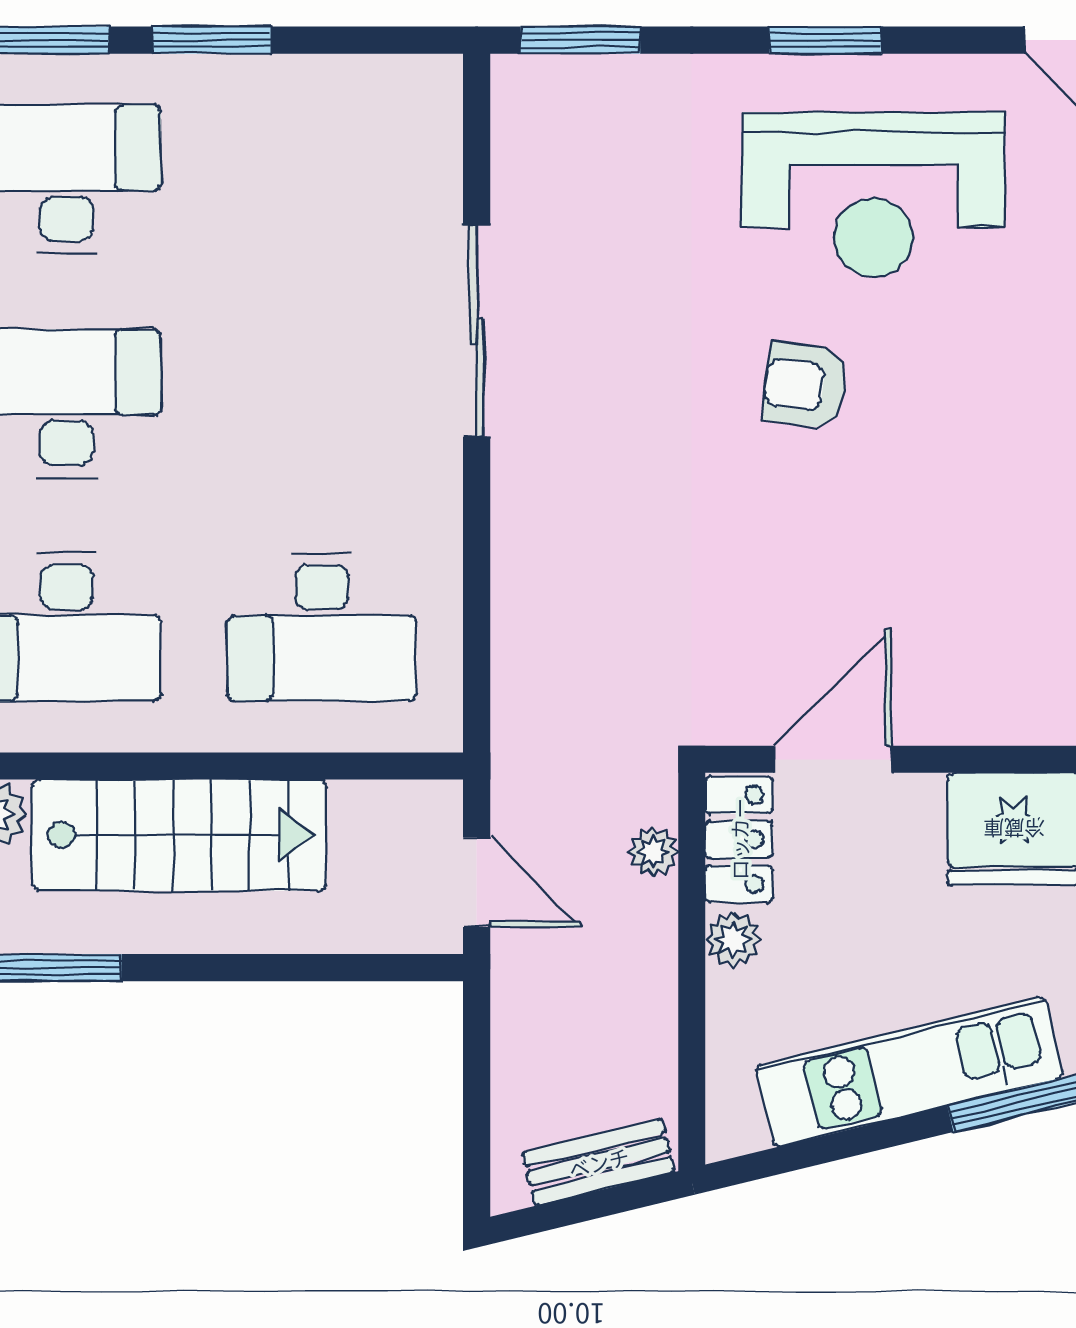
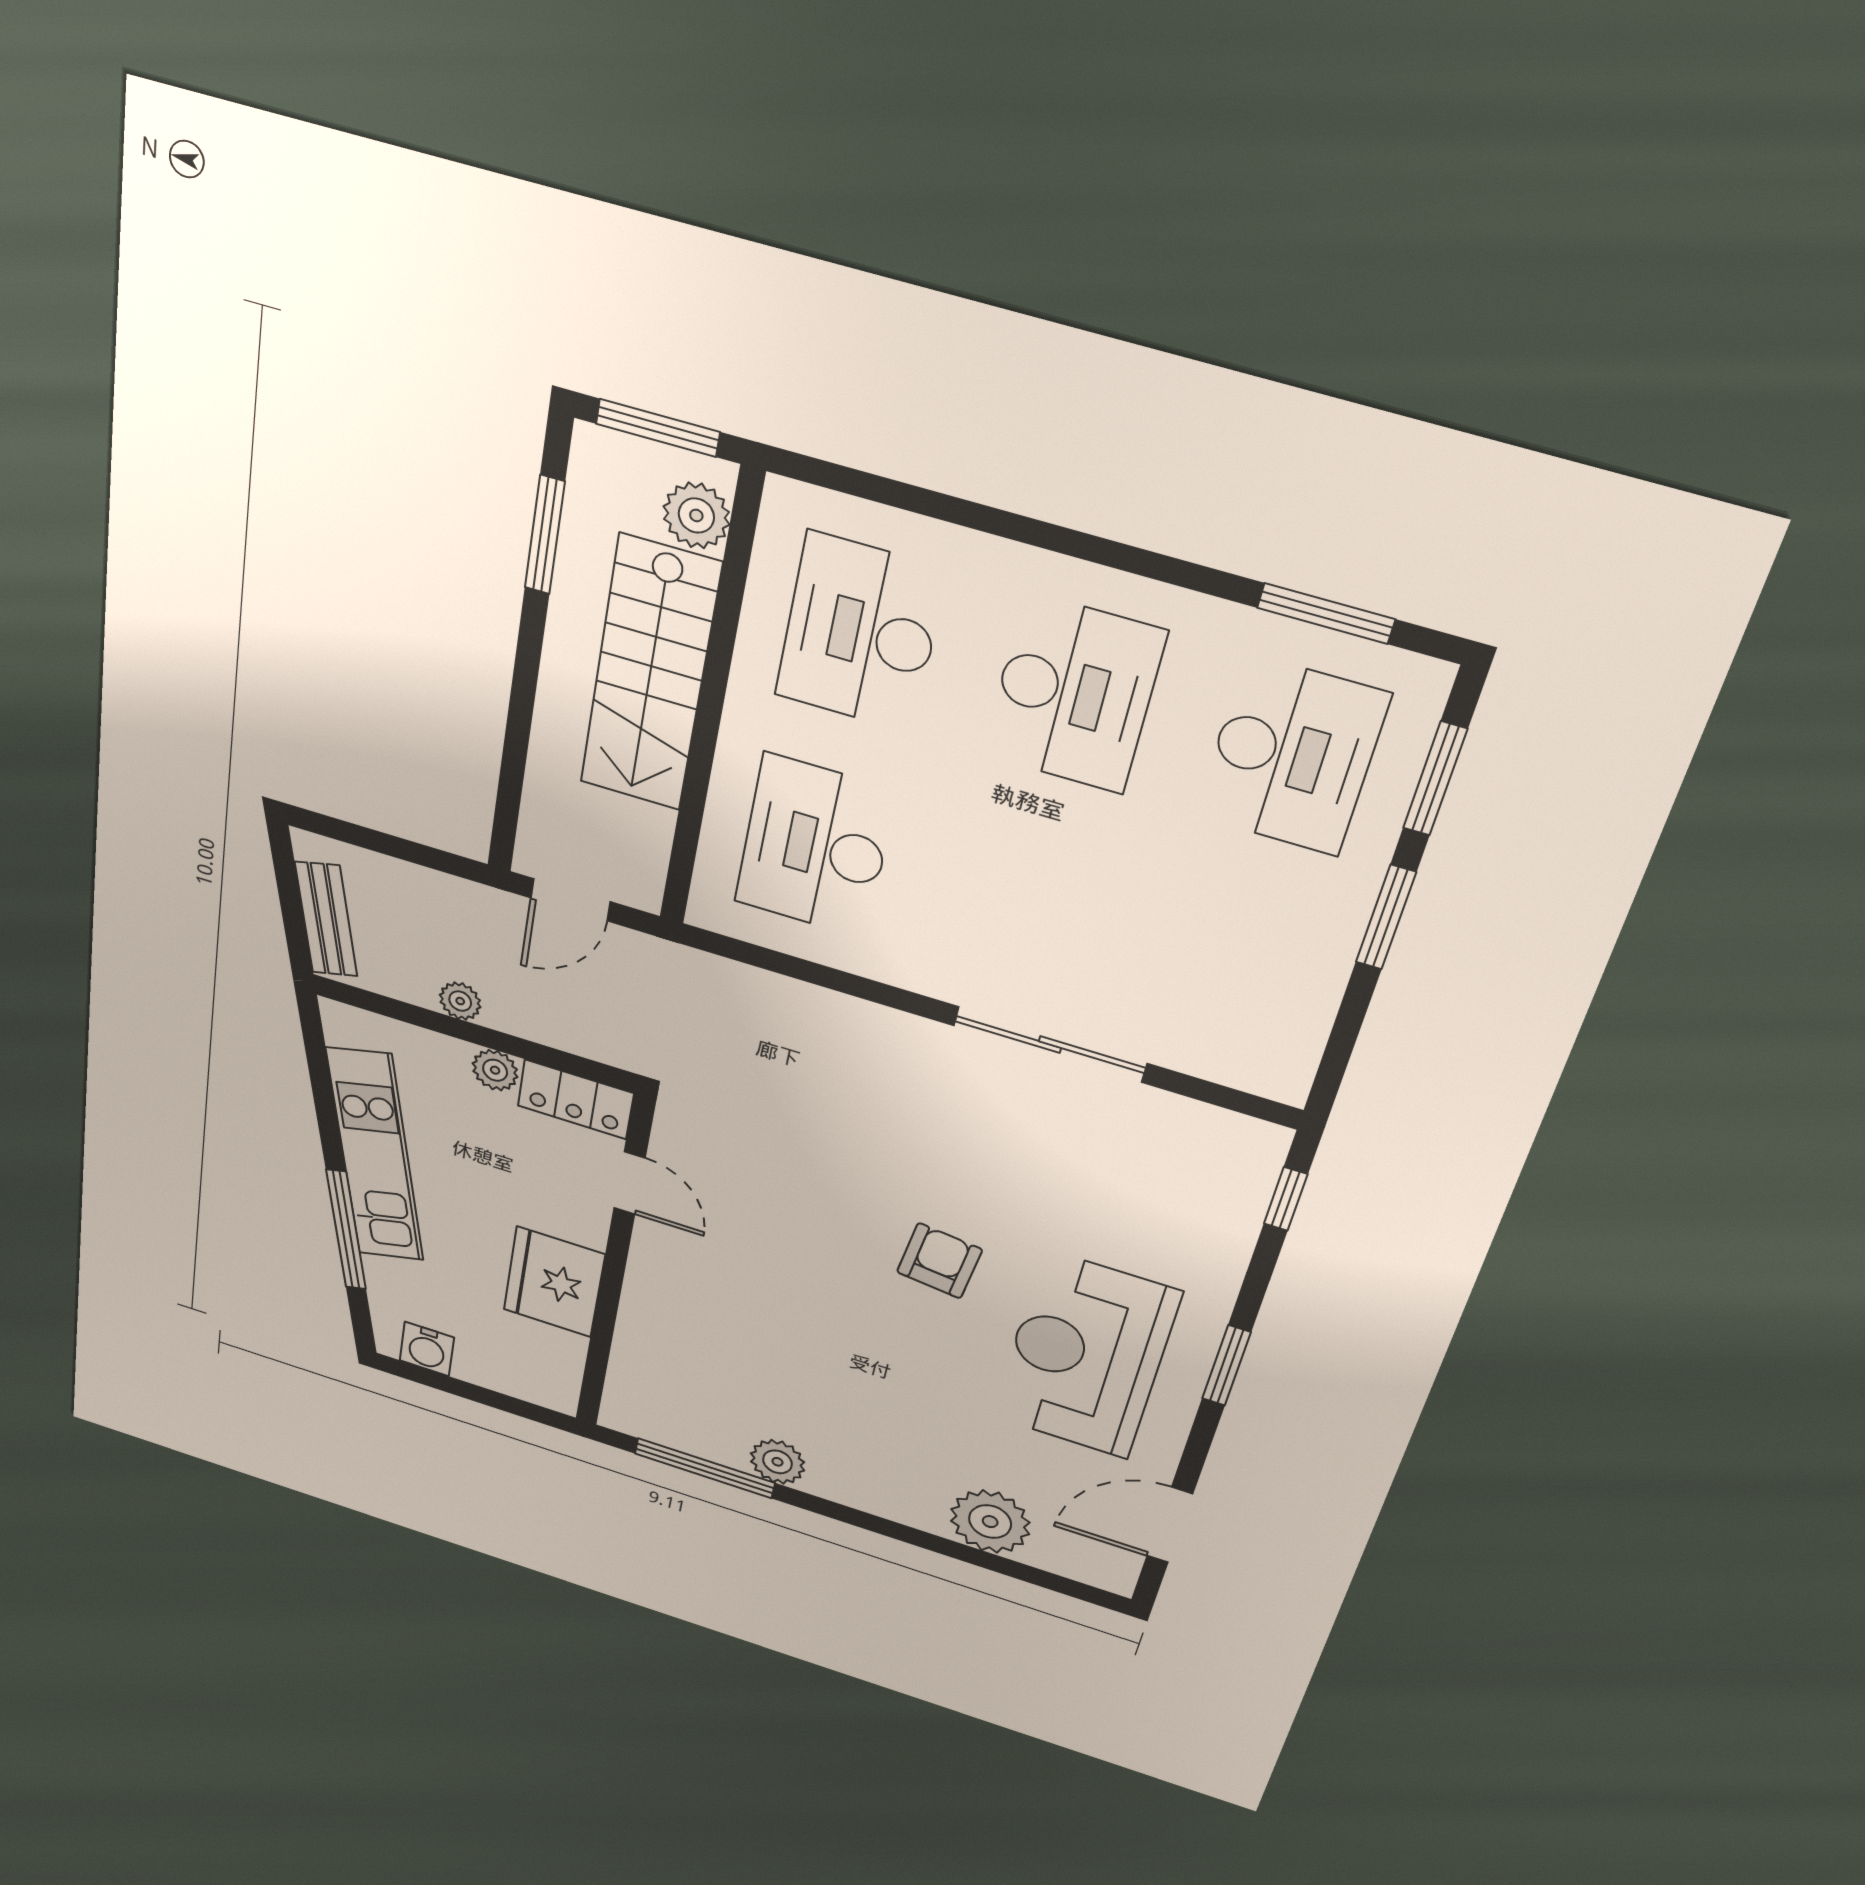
window: (581, 40) -> (1286, 1199), width x0.67
door: (833, 759) -> (630, 1183), width x0.73
plant: (653, 852) -> (460, 1001), moved

